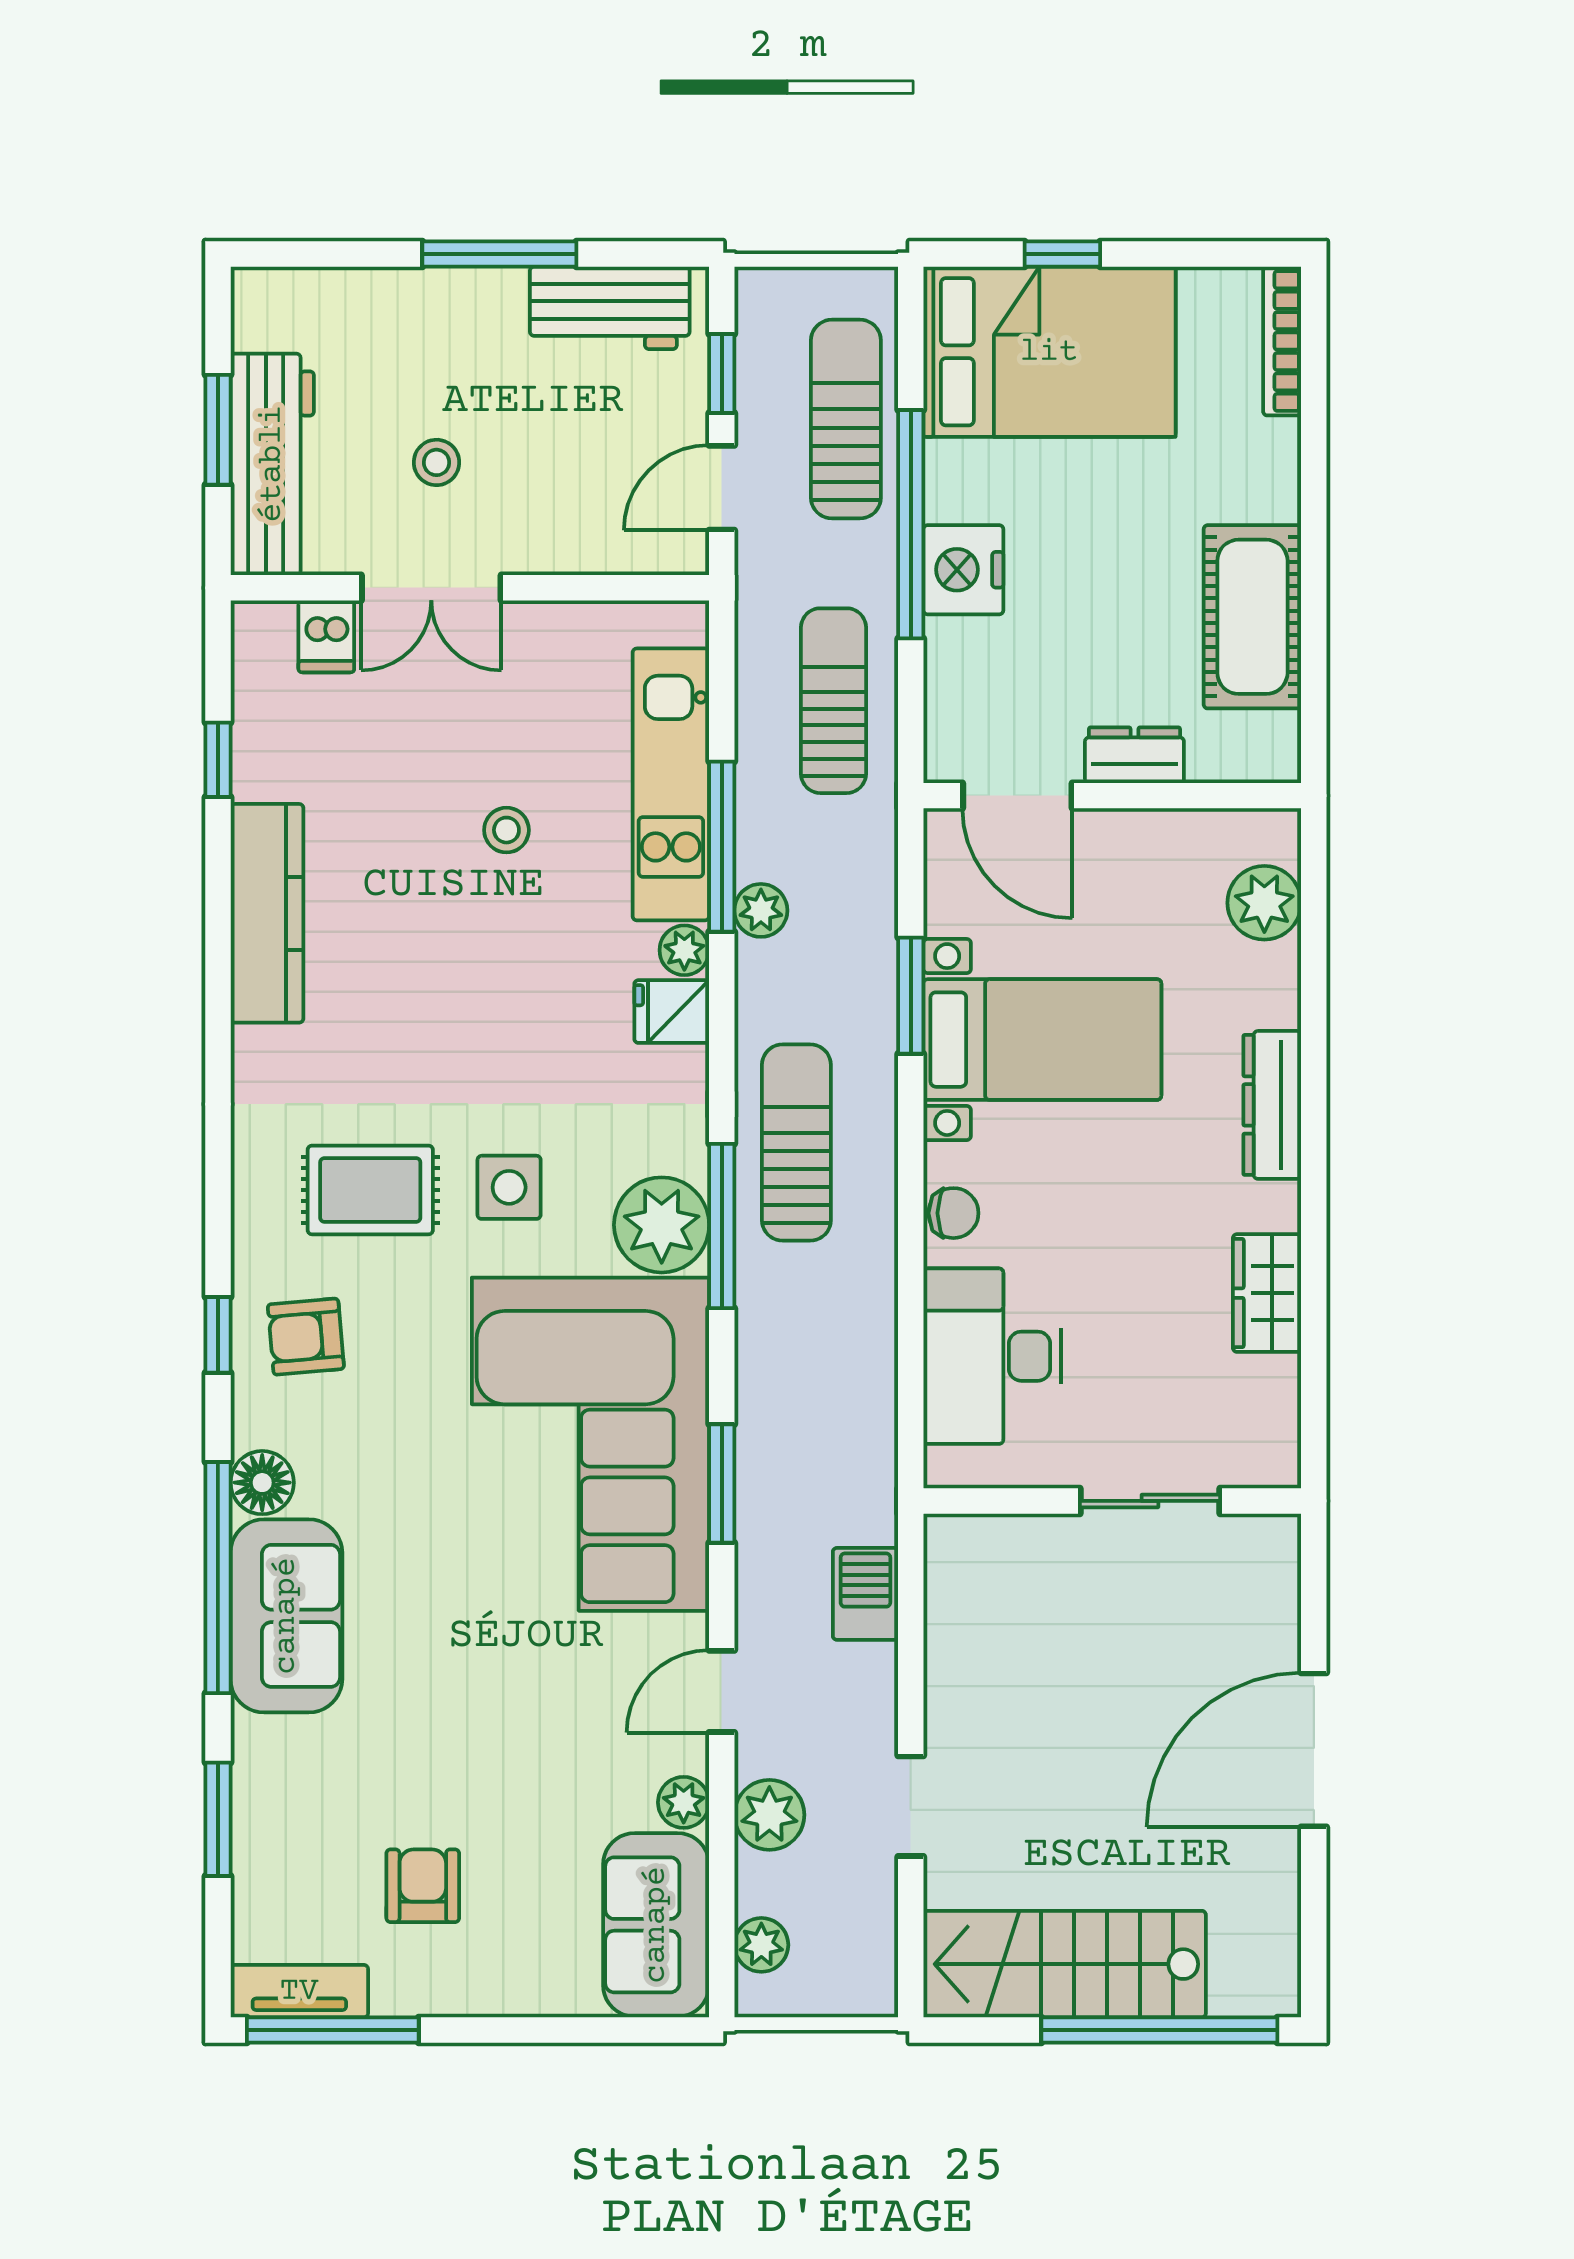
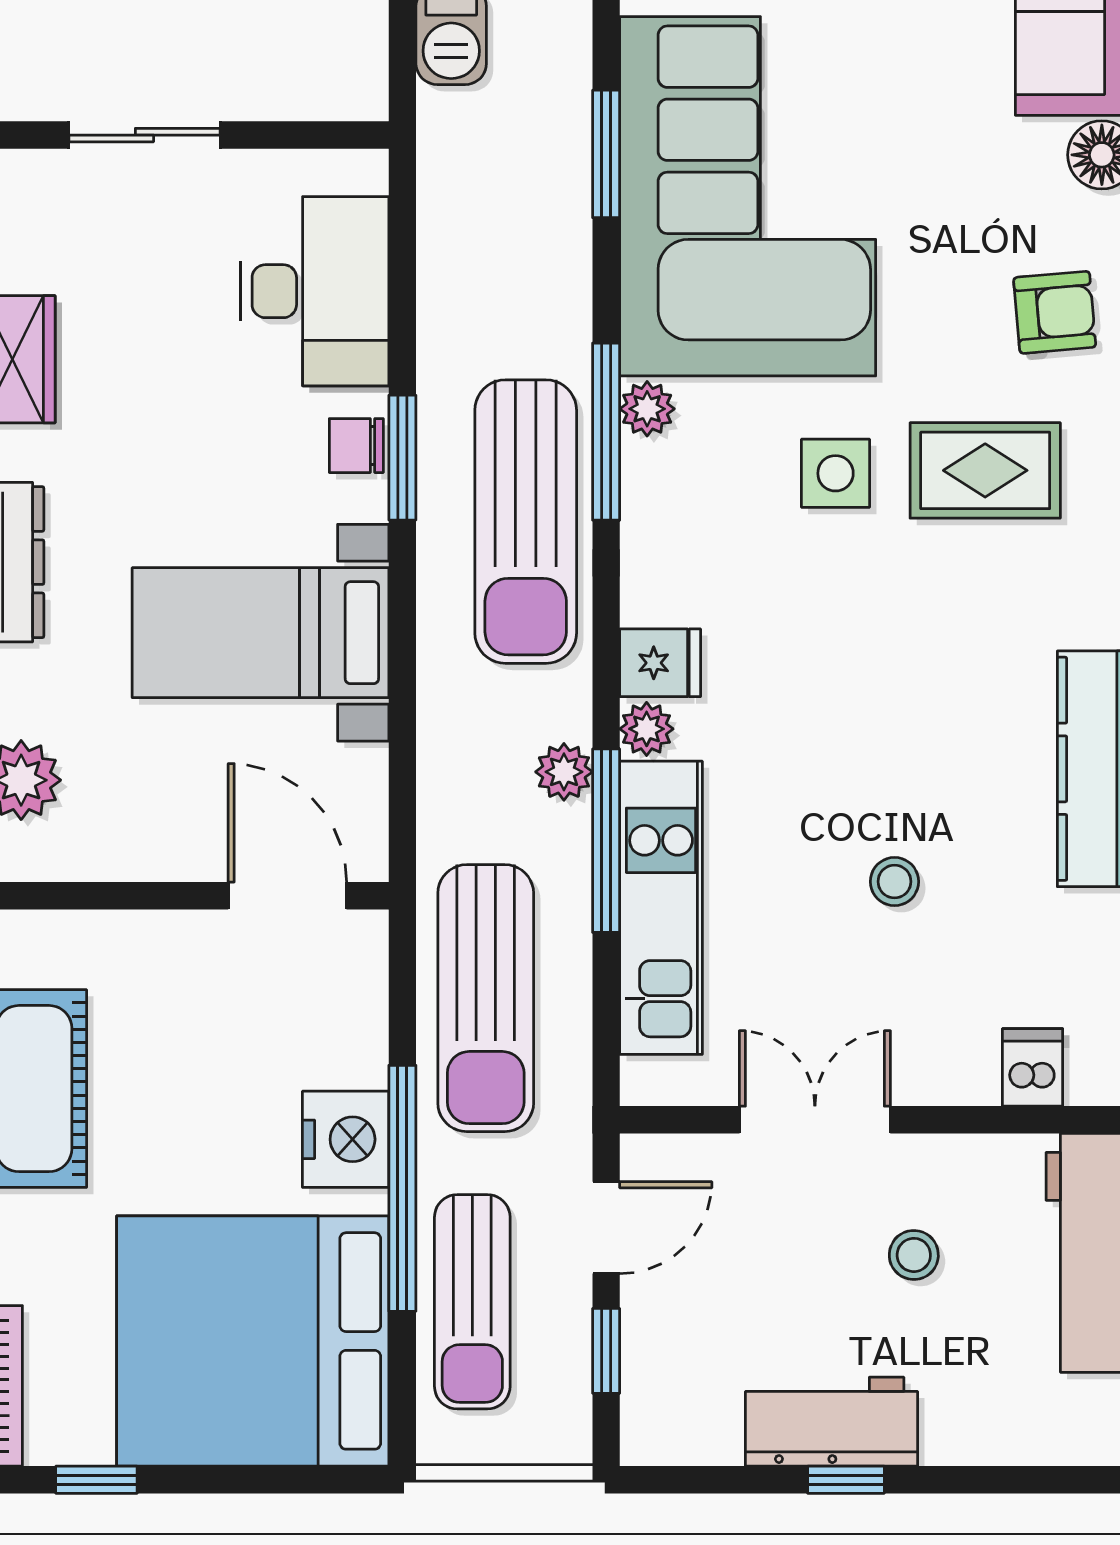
window: (499, 254) -> (846, 1480), width x0.46
window: (1062, 254) -> (96, 1480), moved
workbench: (610, 308) -> (831, 1422), moved
bed: (1049, 352) -> (253, 1341), width x1.36
double door: (431, 588) -> (815, 1120), moved
sun lounger: (833, 701) -> (486, 998), width x1.36, depth x1.34
dresser: (1134, 755) -> (161, 939), removed
stool: (506, 830) -> (894, 882), moved
window: (911, 996) -> (402, 458), moved
sun lounger: (796, 1143) -> (526, 522), width x1.36, depth x1.34
plant: (662, 1225) -> (647, 409), width x0.53, depth x0.53

